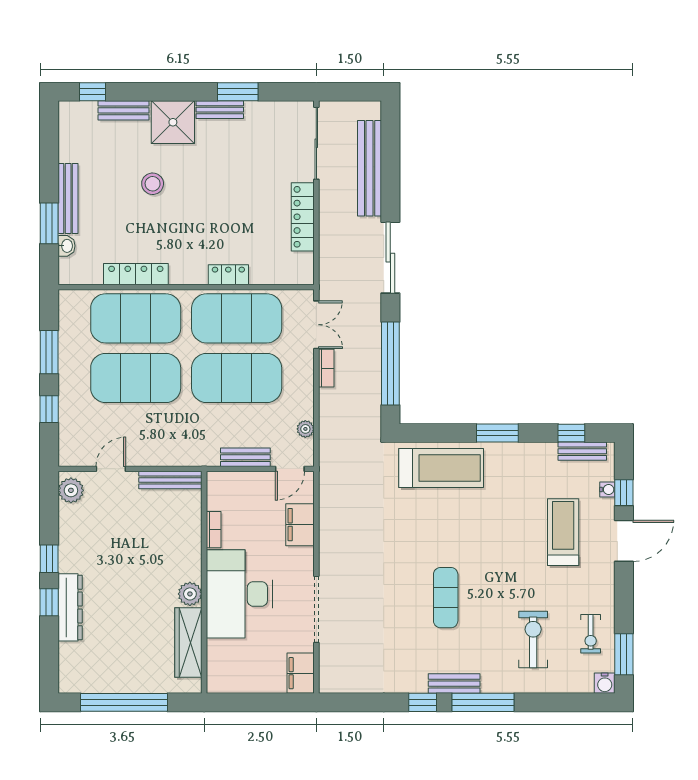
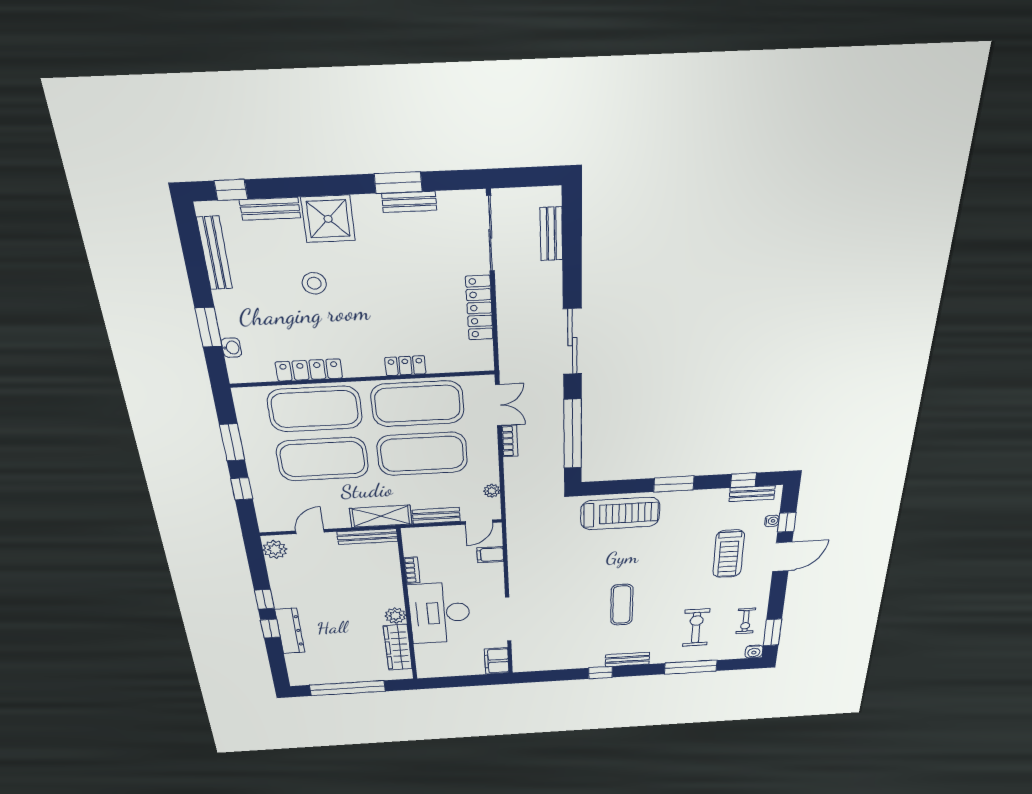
bench: (220, 110) -> (409, 202), moved
bench: (370, 168) -> (551, 234), width x0.54, depth x0.82
bench: (68, 199) -> (215, 253), moved
shelving: (187, 454) -> (381, 516), added
filing cabinet: (300, 525) -> (490, 555), width x0.50
treadmill: (563, 532) -> (729, 554), turned 180
window: (483, 702) -> (691, 667), moved

